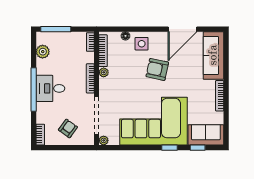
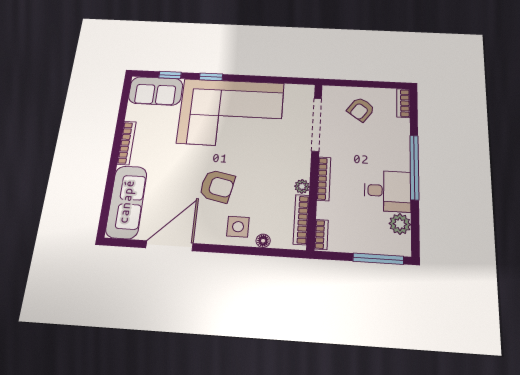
desk: (50, 88) -> (388, 191), moved
plant: (104, 140) -> (308, 91), removed

